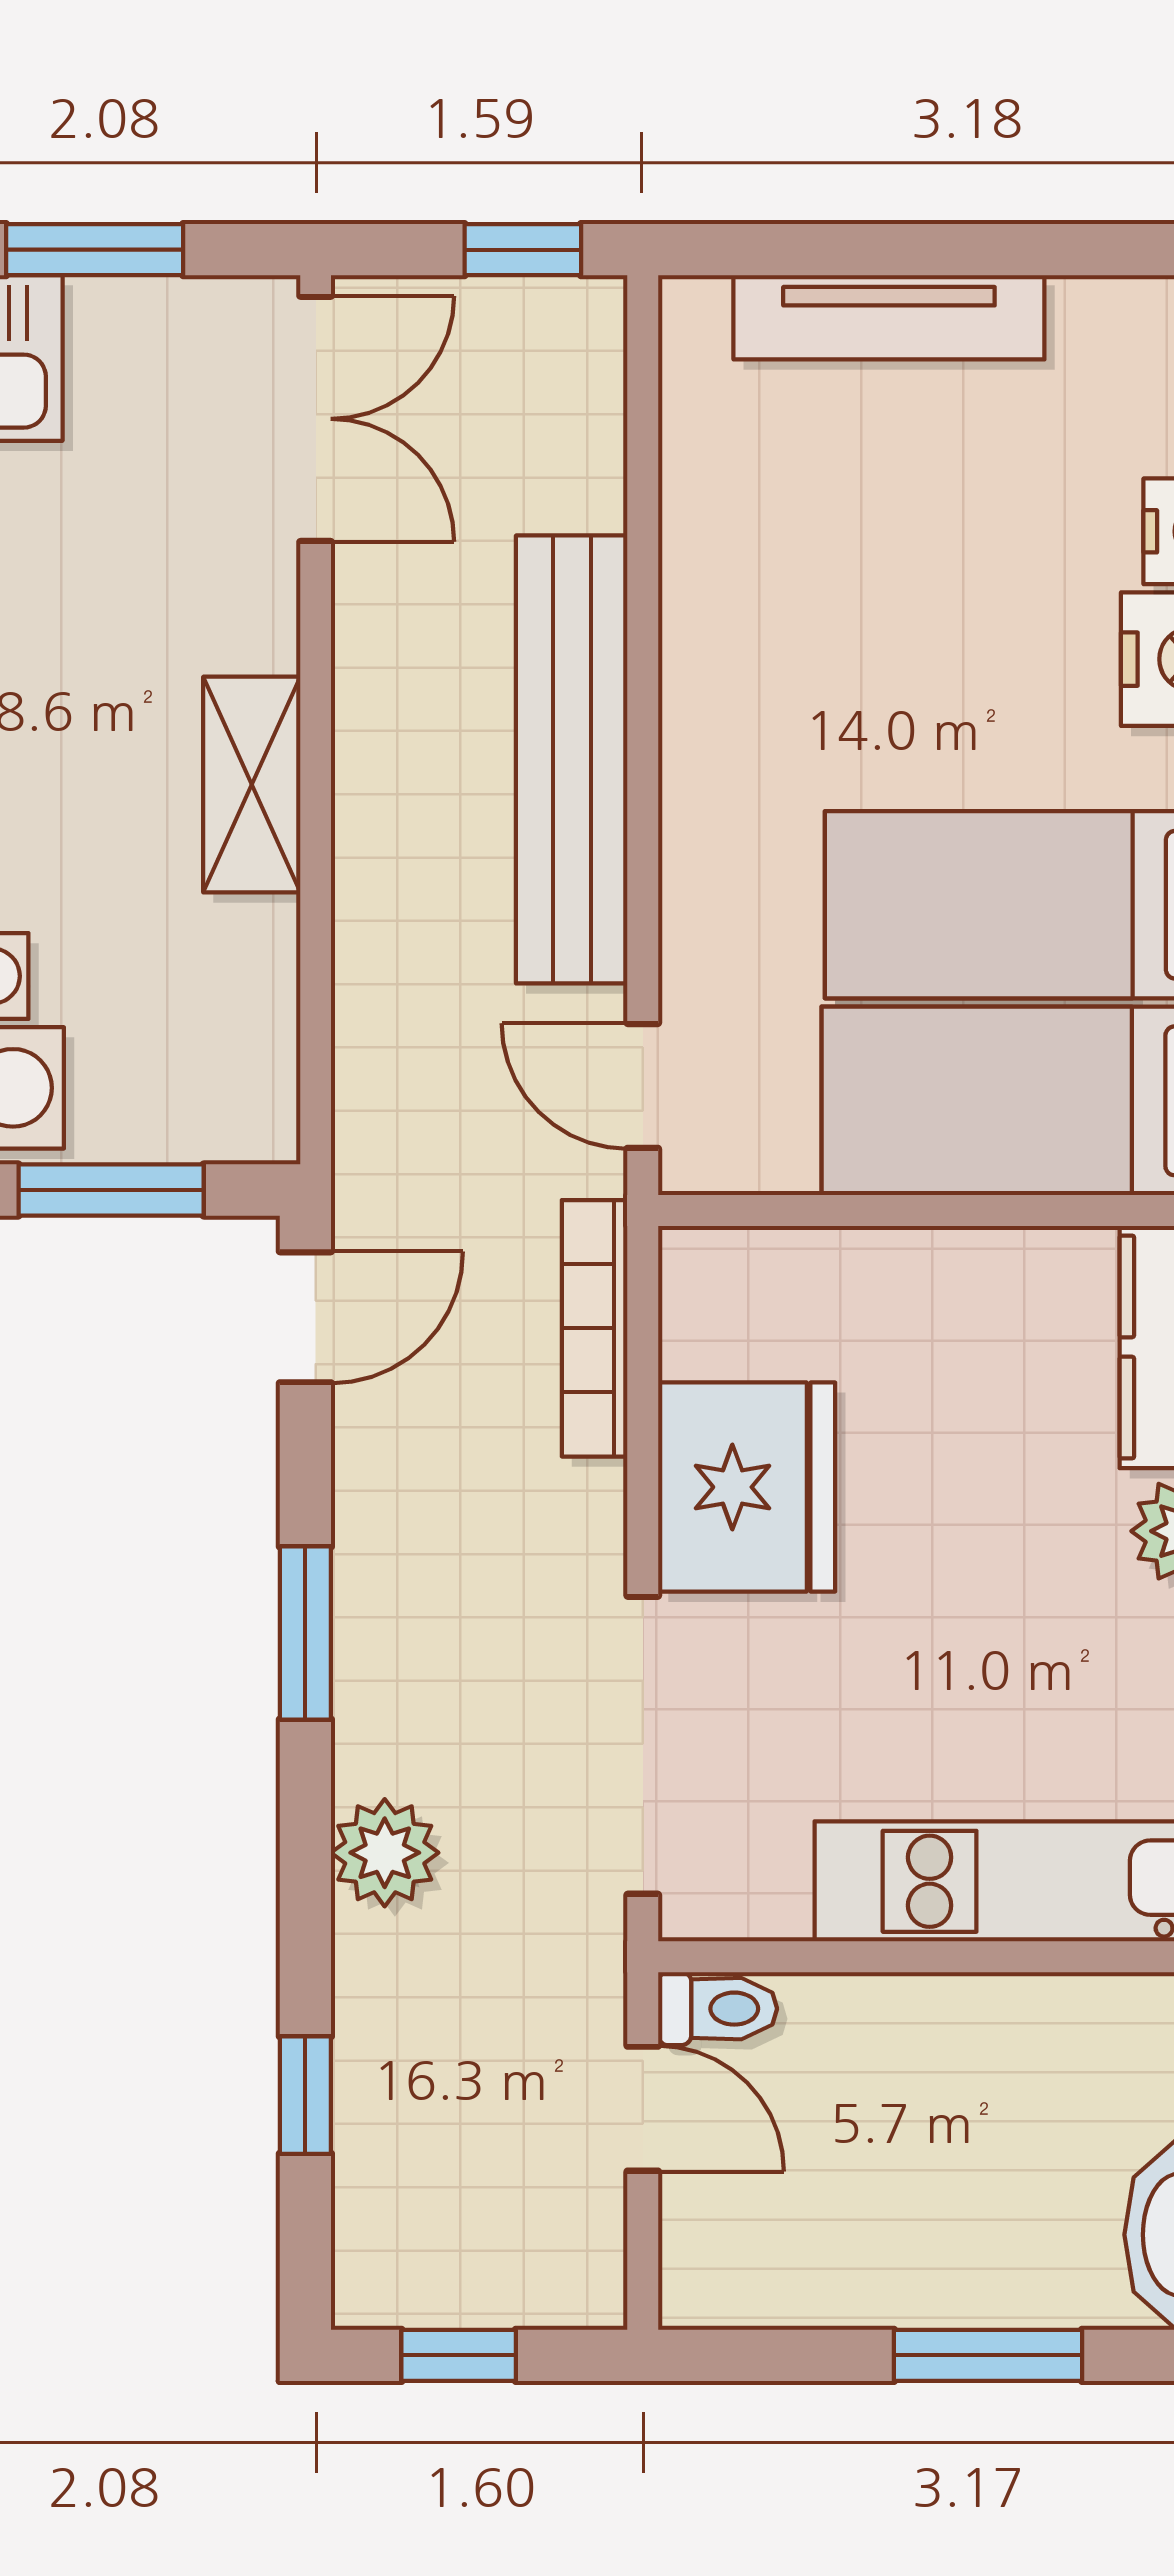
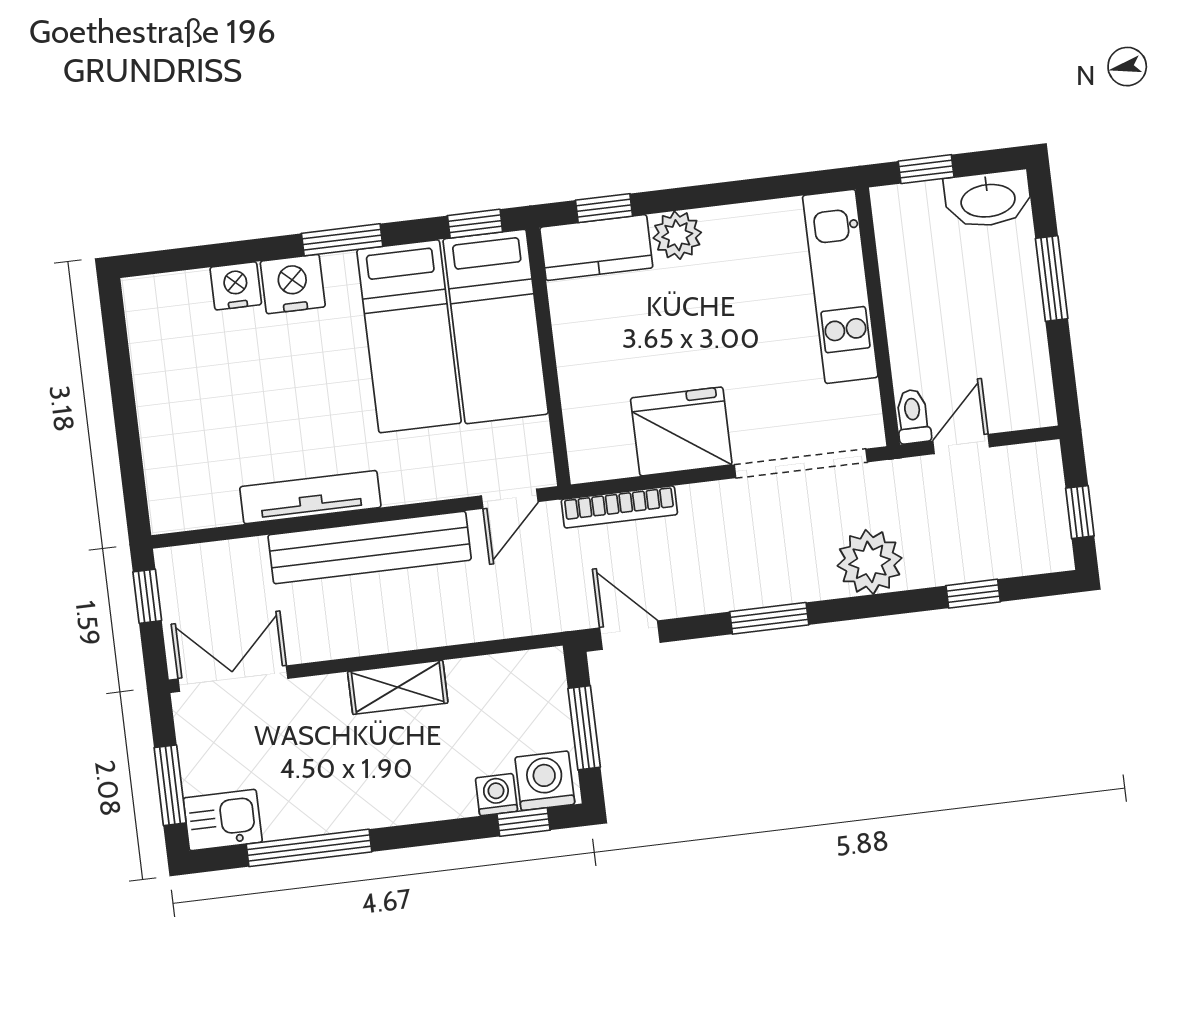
tv unit: (889, 317) -> (310, 497), moved, turned -90
plant: (385, 1853) -> (870, 562), width x1.36, depth x1.36

